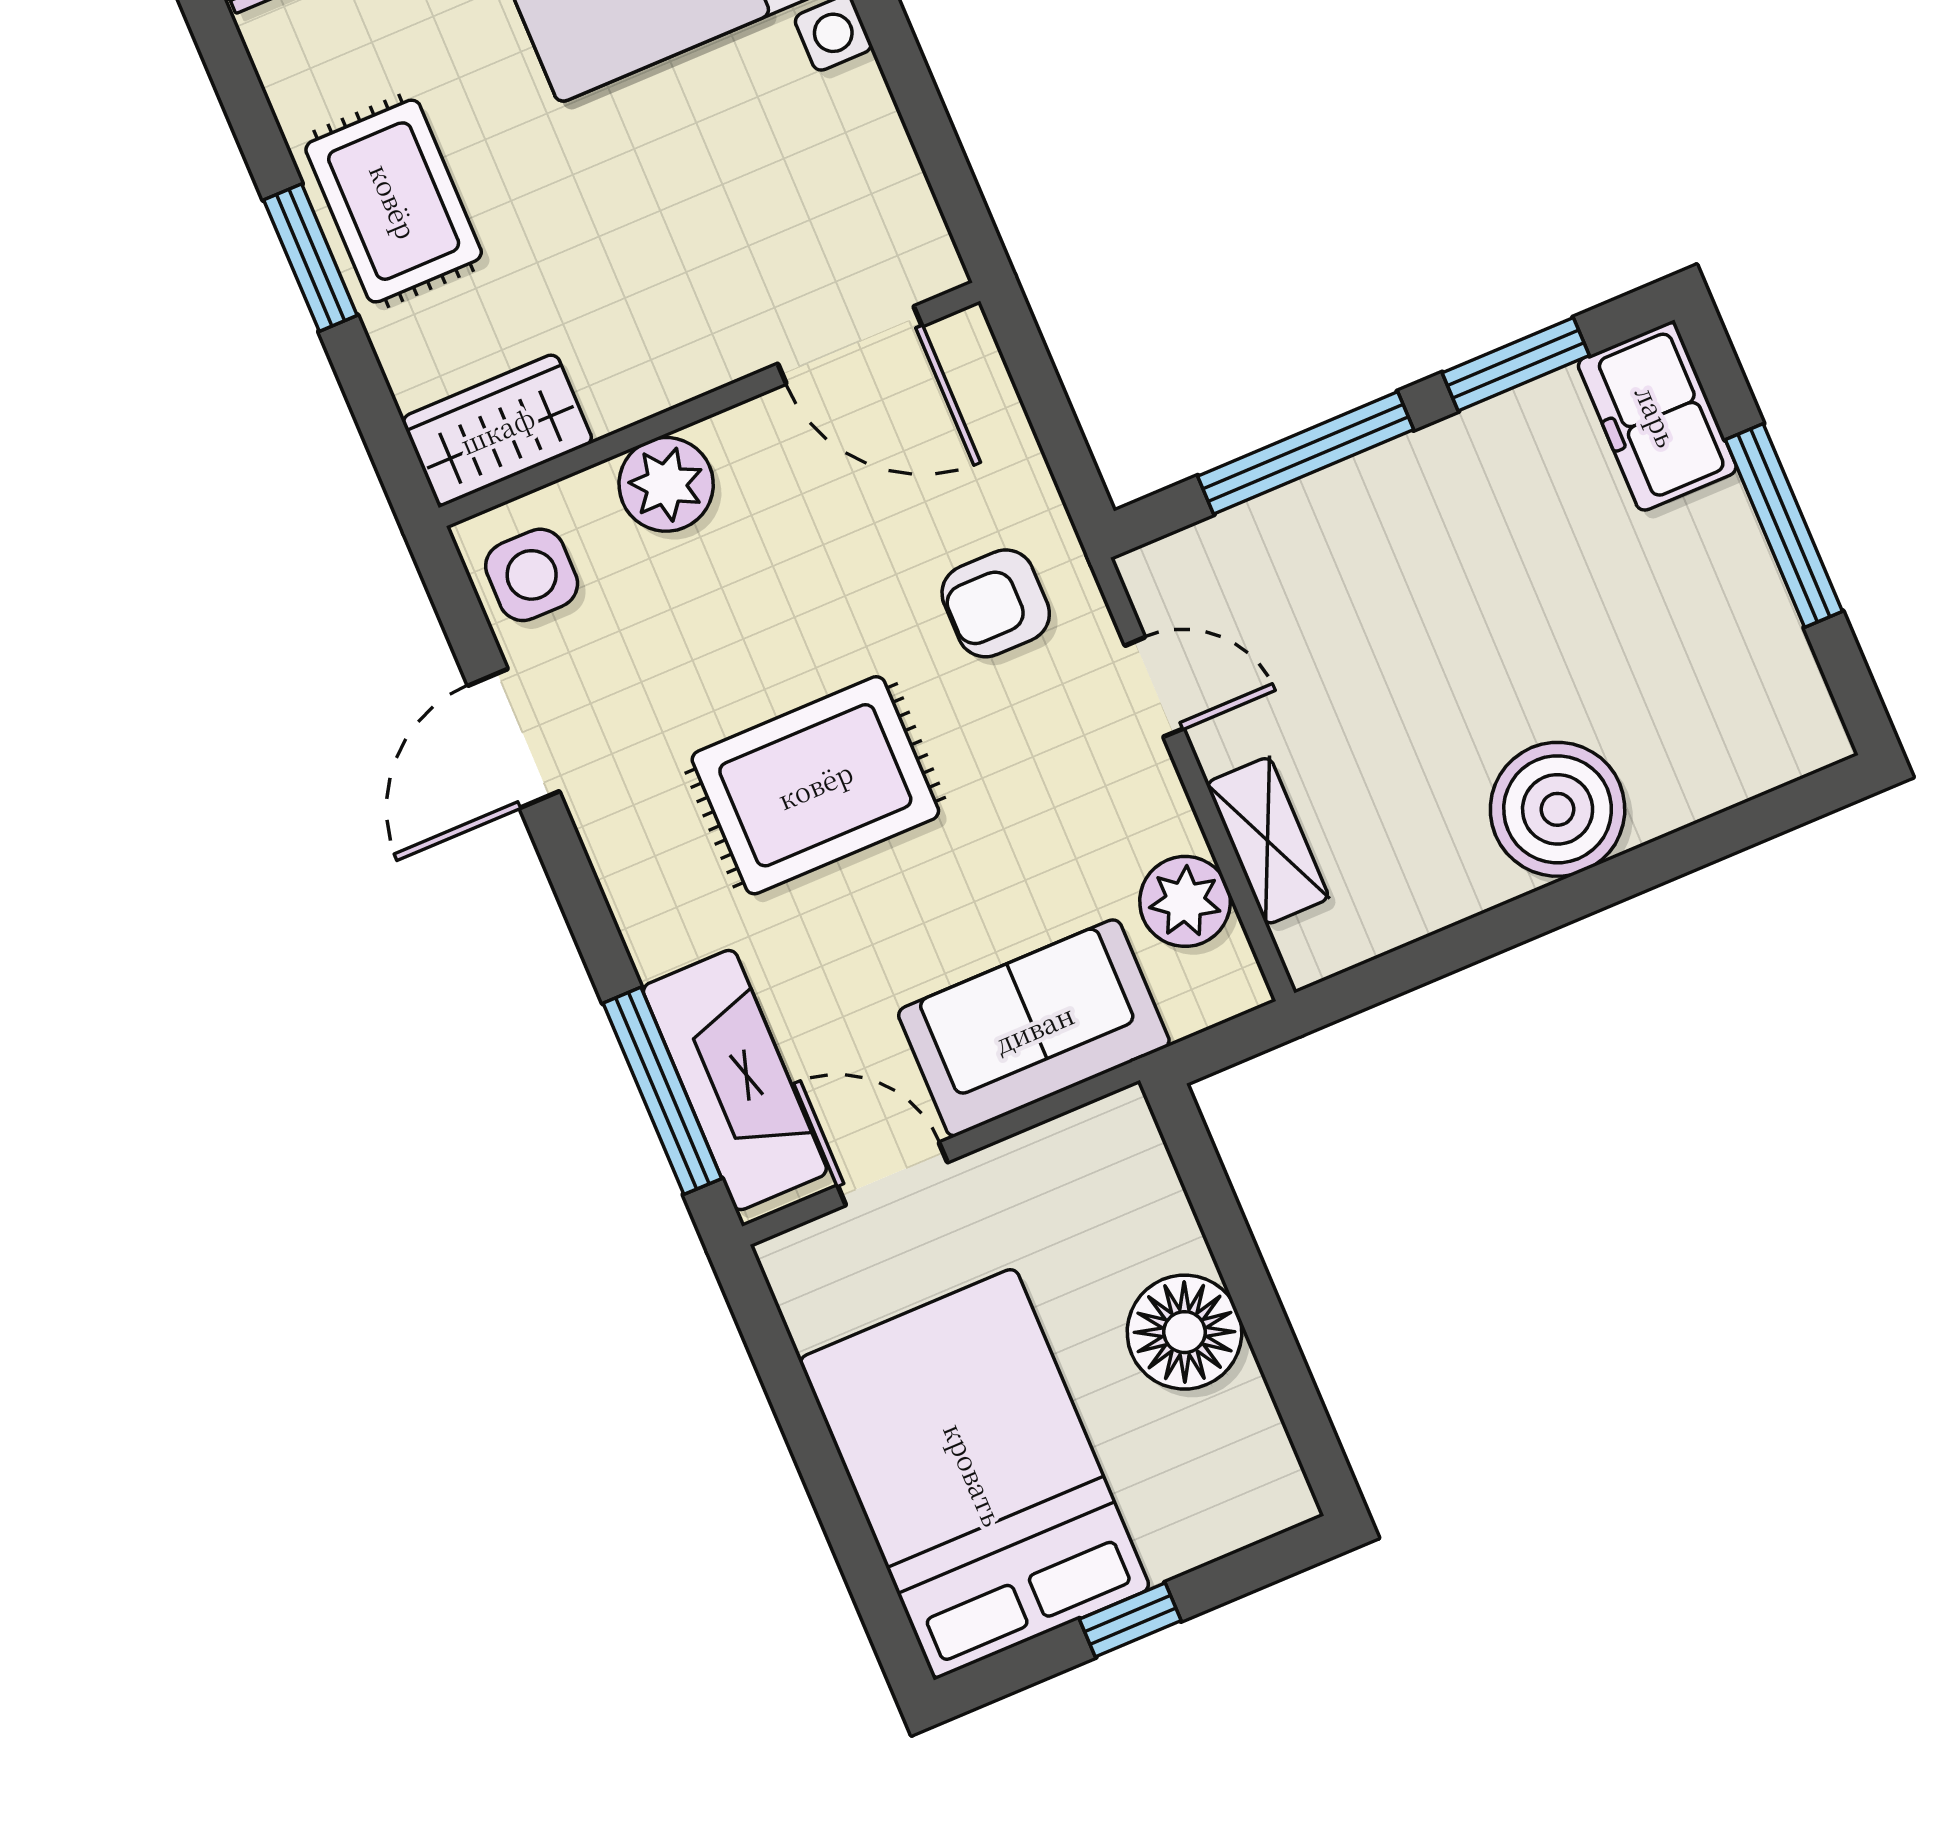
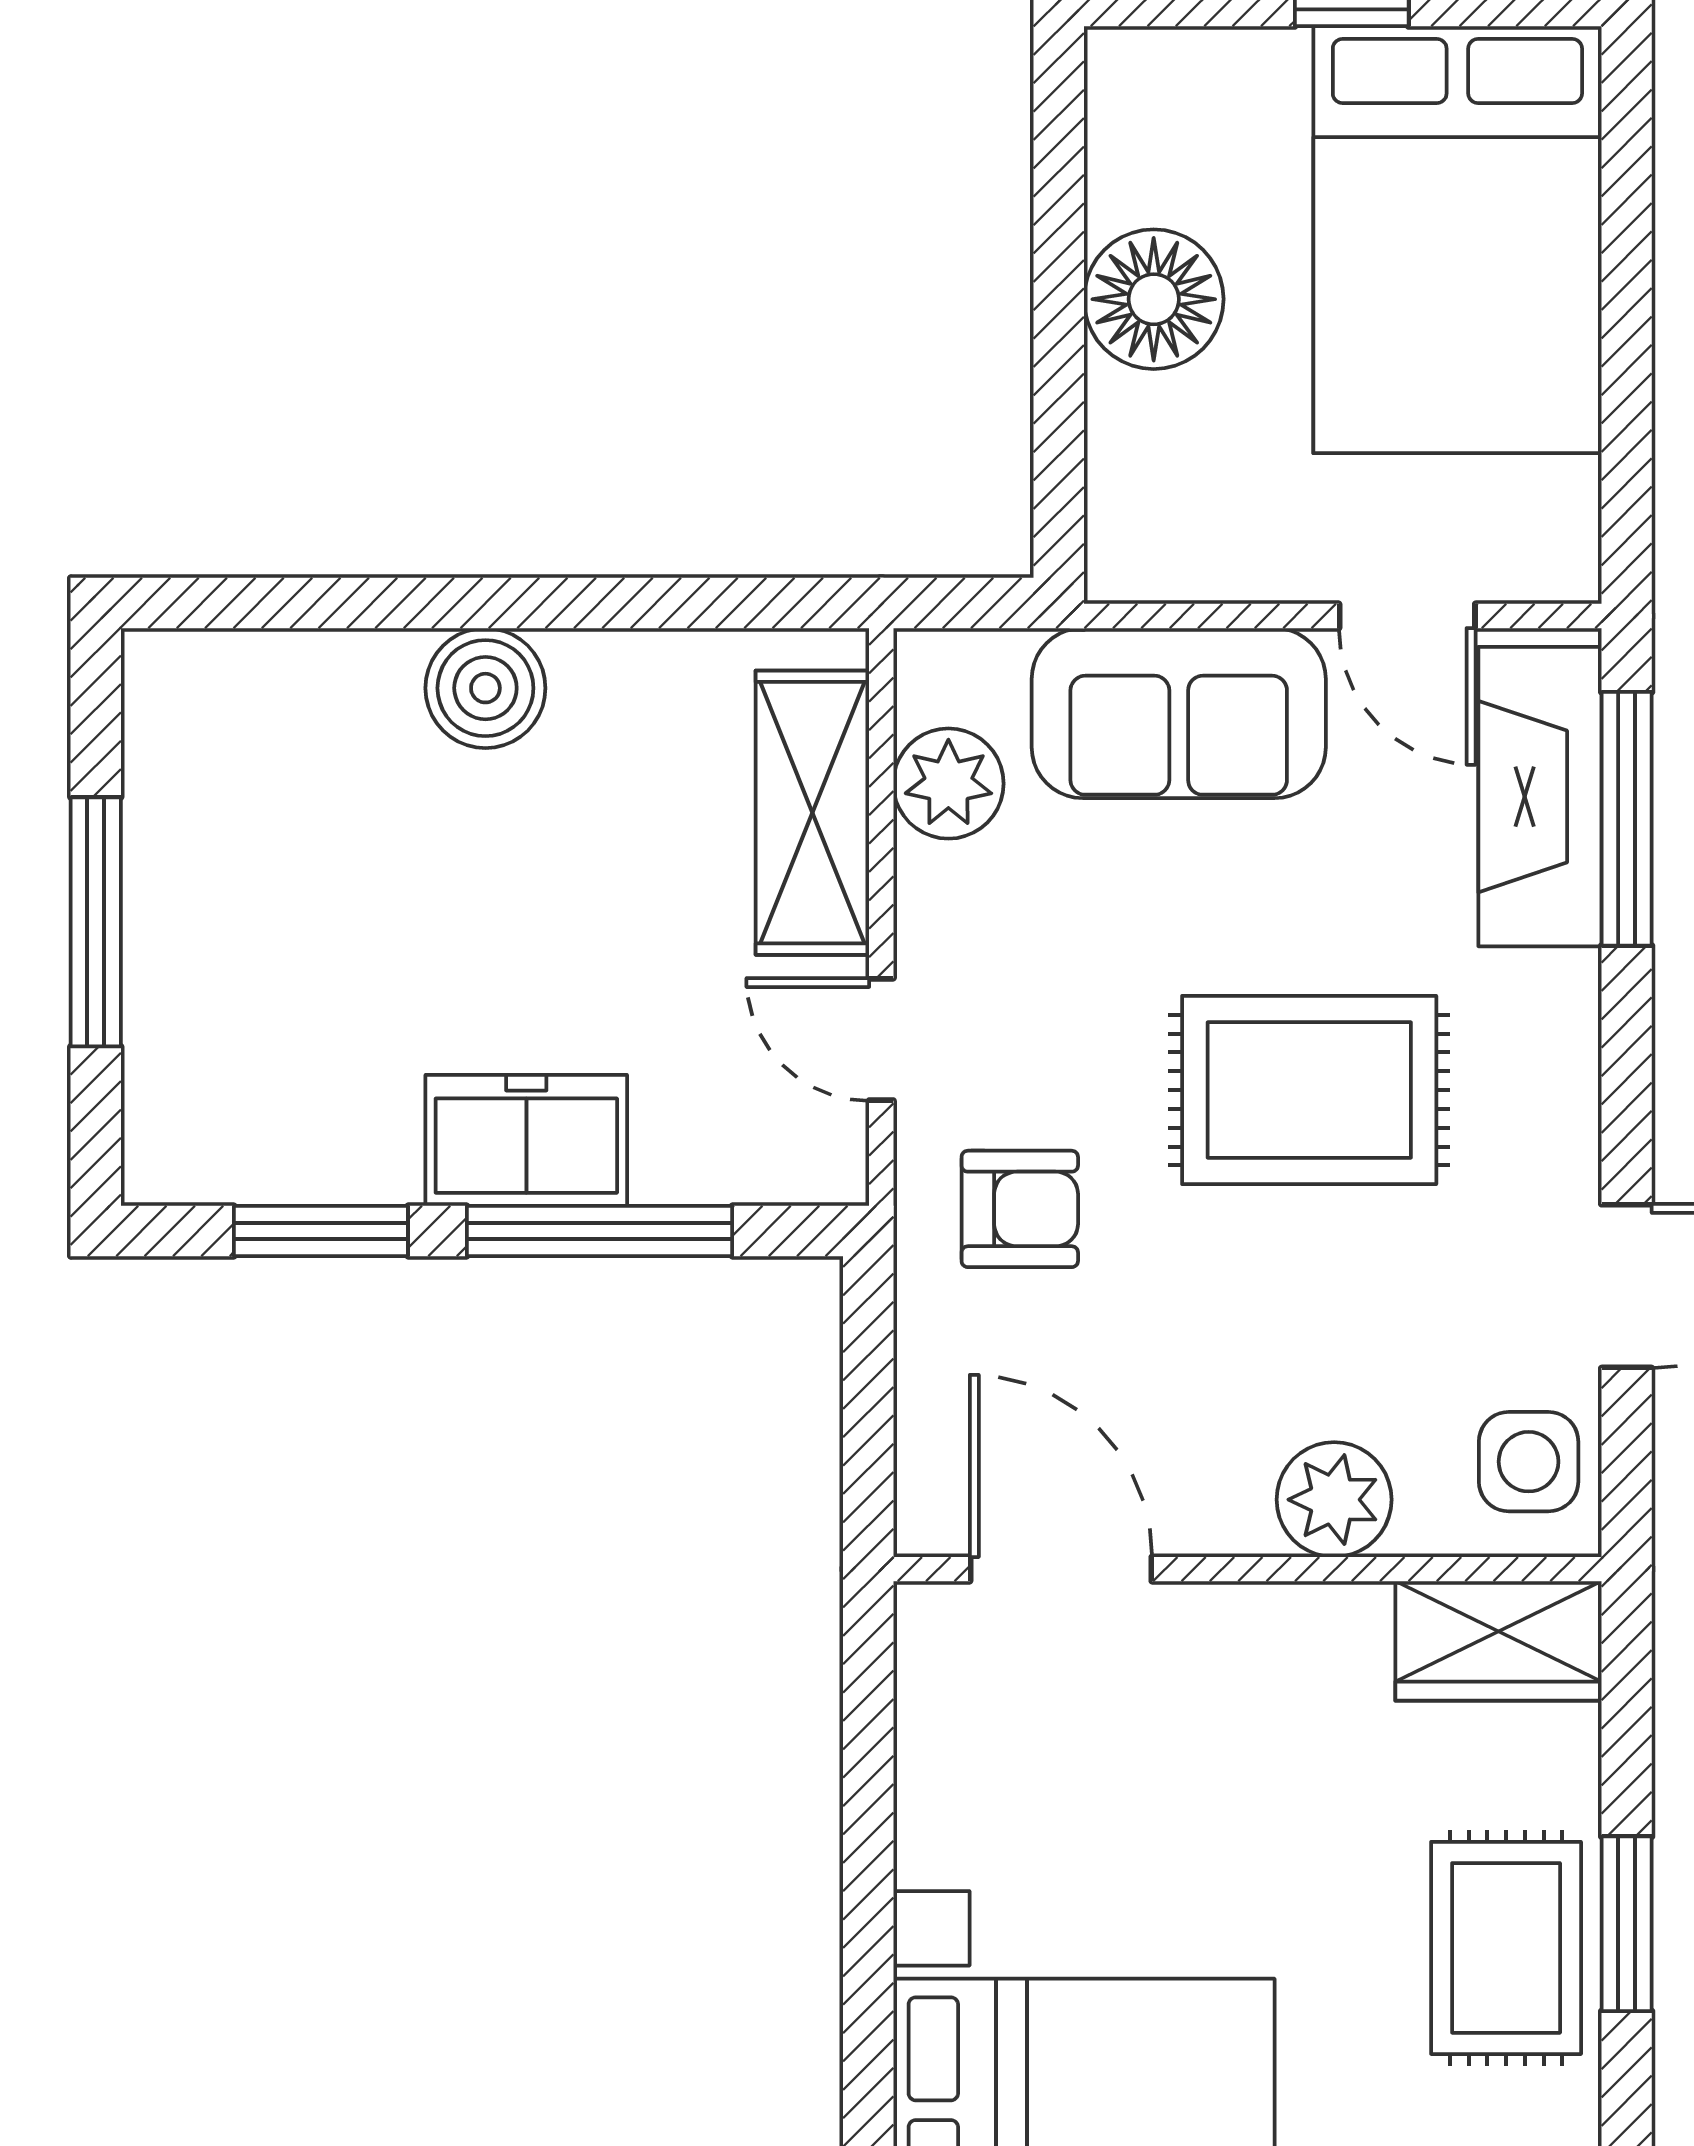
freezer: (1657, 416) -> (526, 1140), moved, turned -90
boiler: (1558, 809) -> (485, 688), width x0.73, depth x0.73
shelving: (1268, 841) -> (812, 813), width x1.50, depth x1.33

